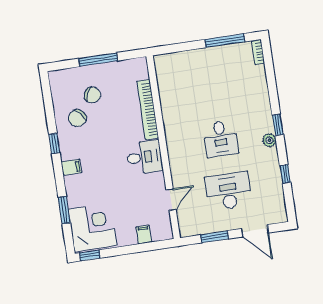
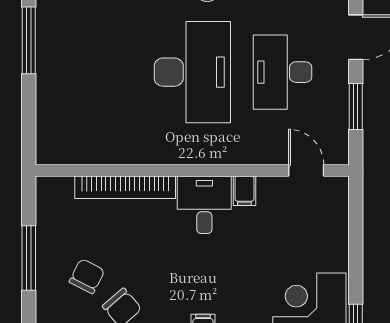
desk: (221, 139) -> (192, 72), width x1.87, depth x1.30
door: (171, 200) -> (306, 170), moved
filing cabinet: (144, 235) -> (244, 191), moved, turned -90

